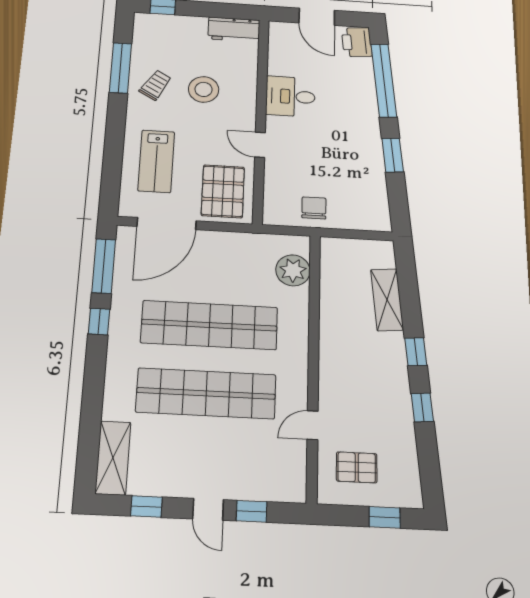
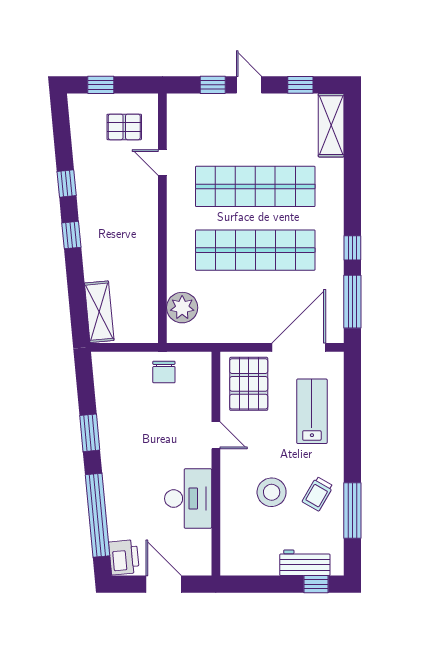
workbench: (234, 30) -> (305, 563), moved
desk: (290, 96) -> (188, 499), width x1.37
shelving: (387, 300) -> (99, 312), moved
door: (313, 425) -> (162, 162), swing flipped

